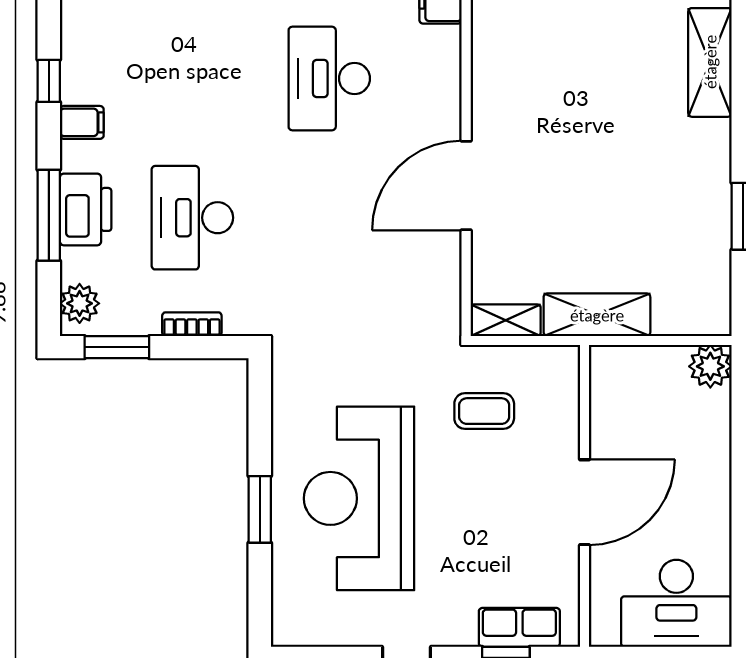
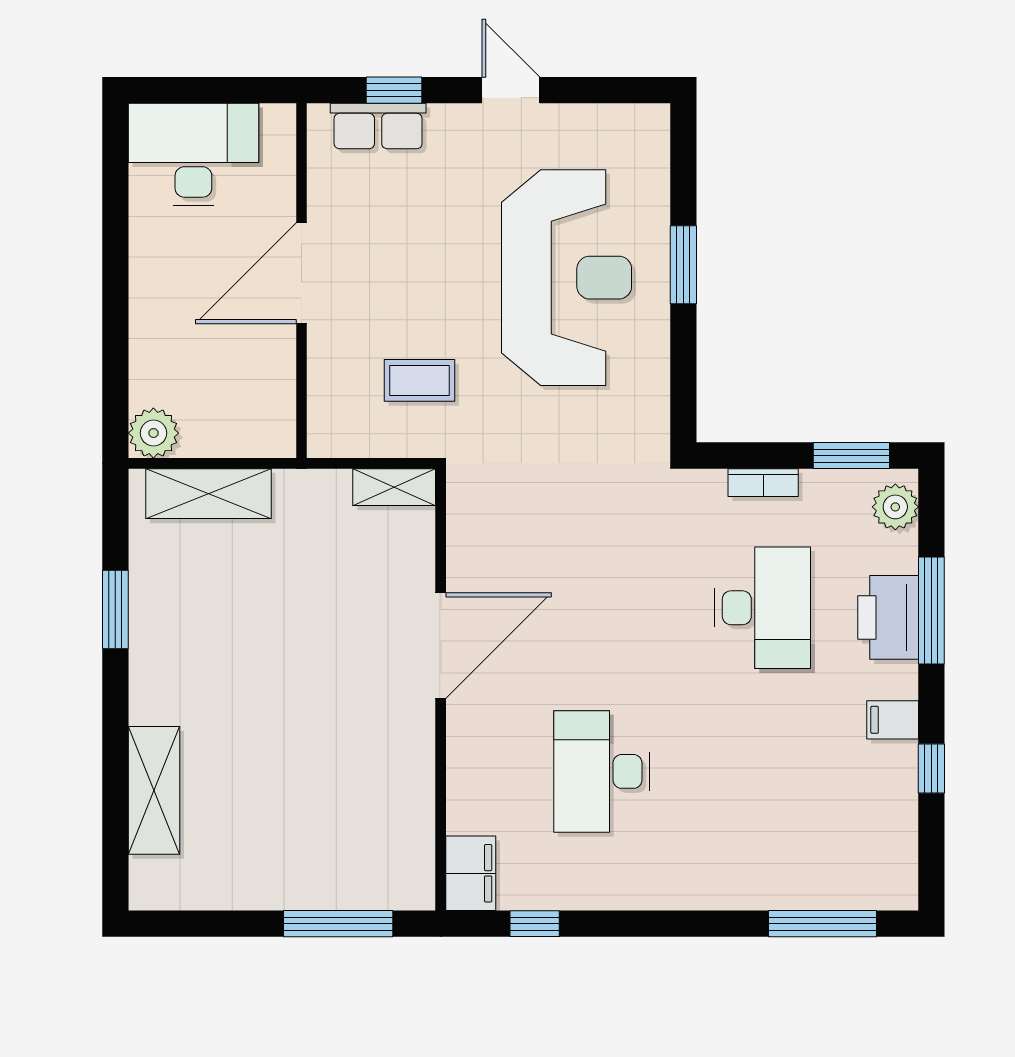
desk: (329, 79) -> (602, 771), turned 180
shelving: (597, 315) -> (208, 494), moved

